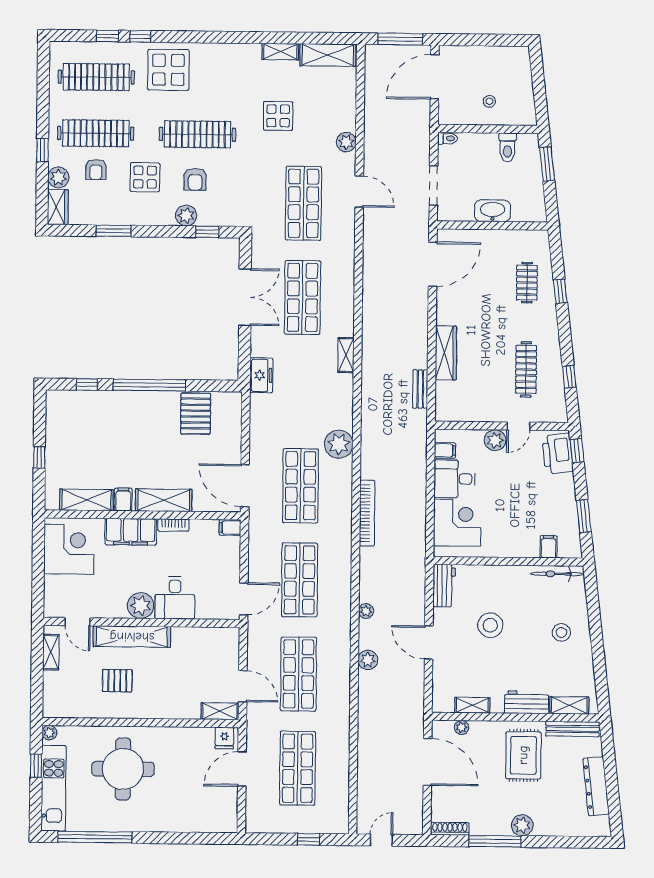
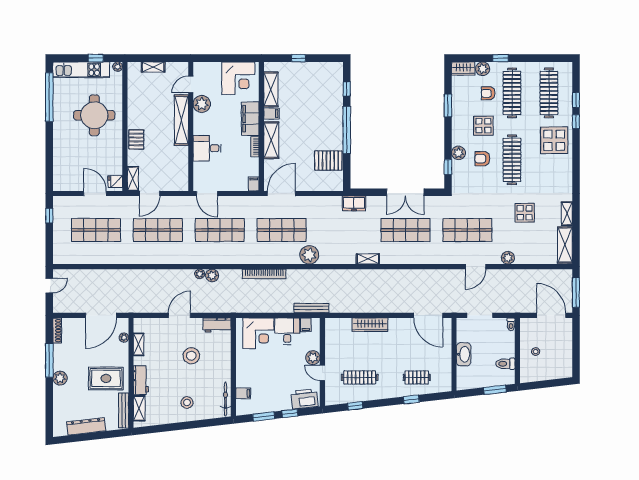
bench: (420, 389) -> (311, 308), moved, width x1.36
window: (577, 451) -> (290, 413), moved
plant: (141, 606) -> (202, 104), moved
shelving: (51, 652) -> (153, 67), moved
plant: (368, 660) -> (212, 275), moved
pallet: (117, 681) -> (136, 139), moved
window: (309, 839) -> (49, 216), moved
door: (381, 840) -> (49, 286), hinge flipped

